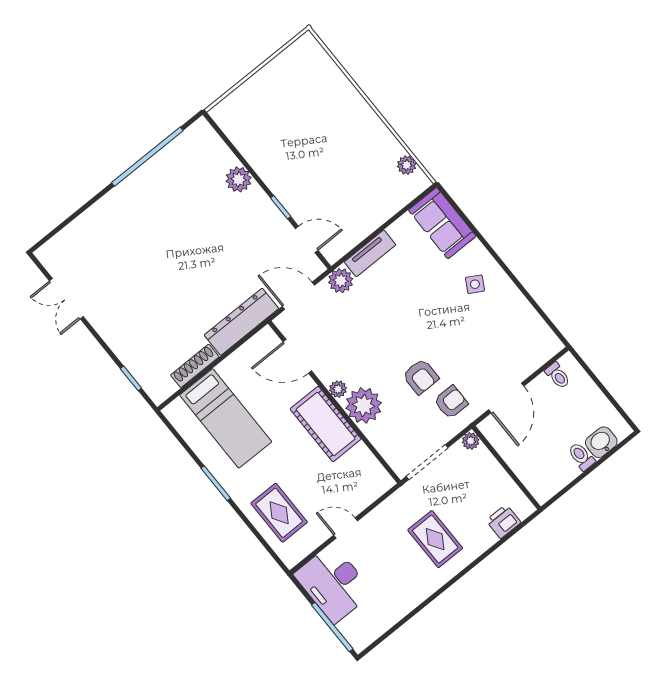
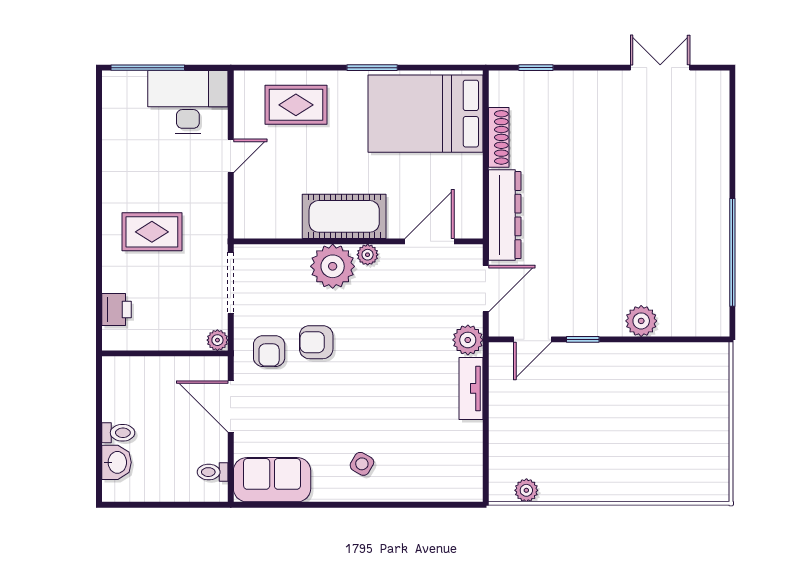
sofa: (442, 223) -> (272, 480), moved
bed: (226, 418) -> (426, 114), width x1.50

